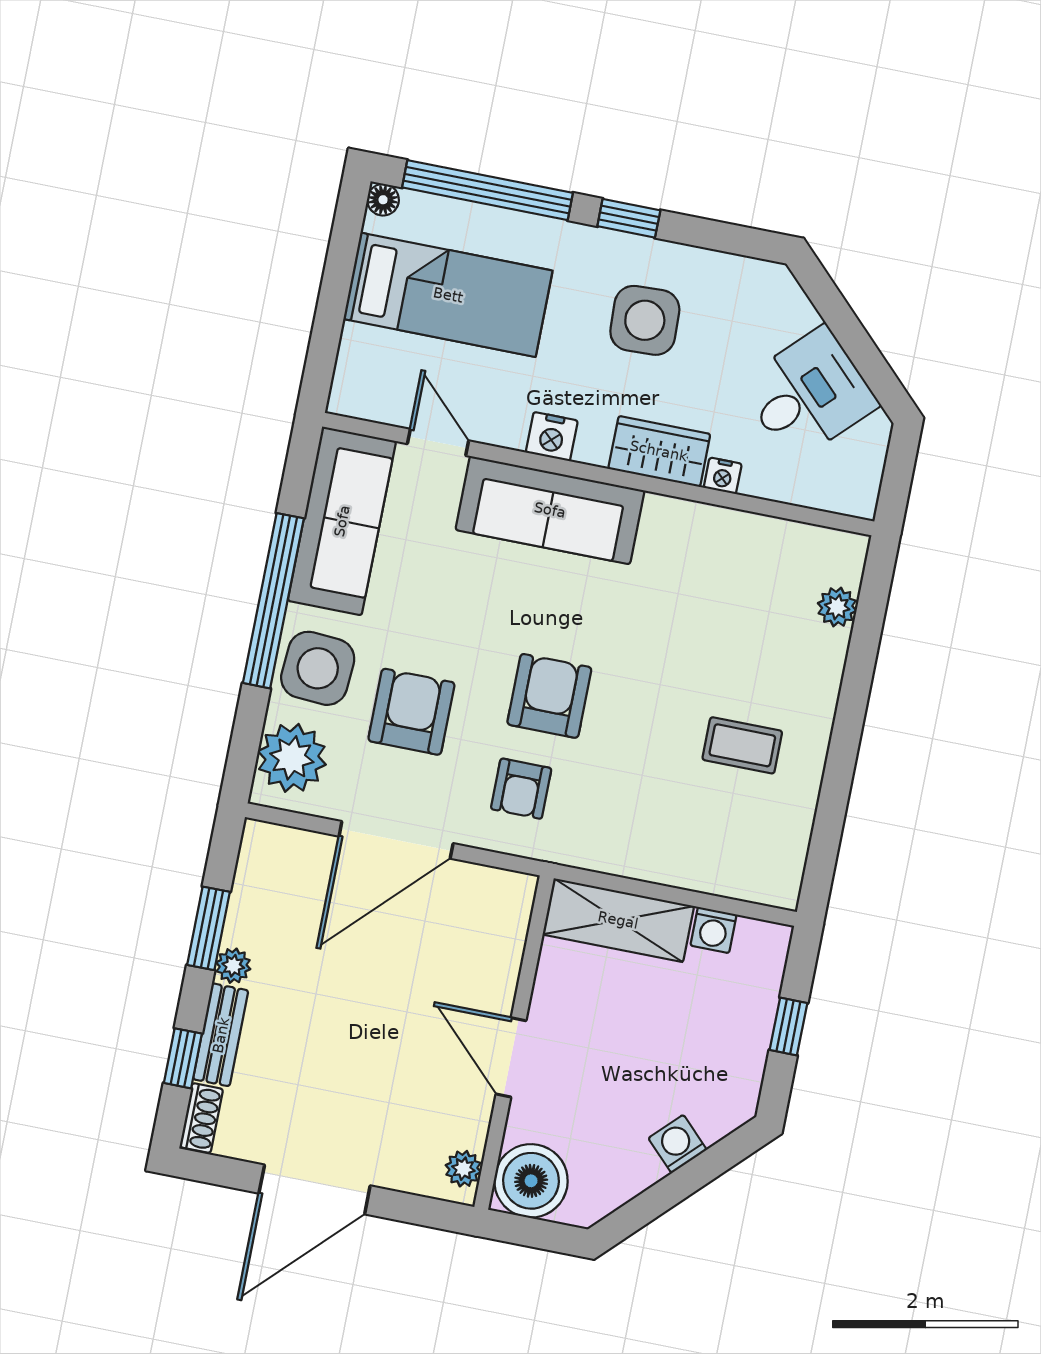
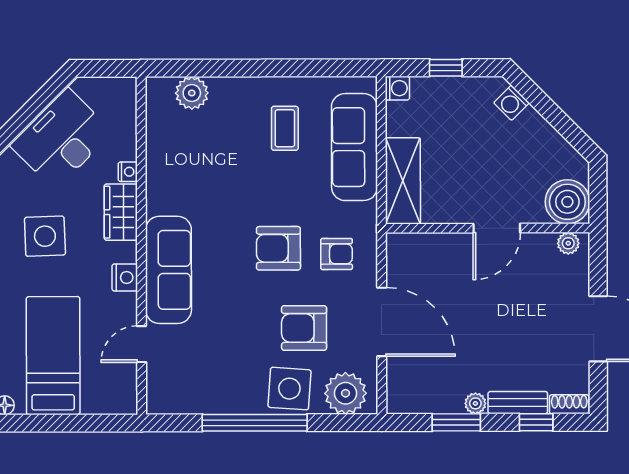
desk: (809, 394) -> (61, 139), width x1.37
sofa: (342, 521) -> (354, 147), moved, turned -90
plant: (837, 607) -> (192, 93), width x1.38, depth x1.38
washing machine: (713, 930) -> (397, 88), moved
washing machine: (678, 1144) -> (512, 103), moved

